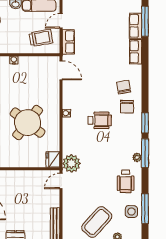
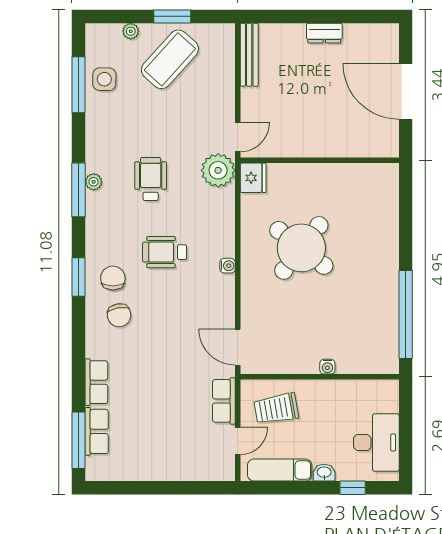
window: (145, 123) -> (79, 277), moved
wheelchair: (126, 181) -> (151, 179), moved

